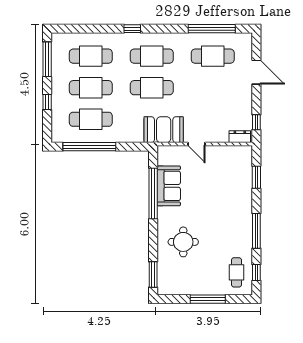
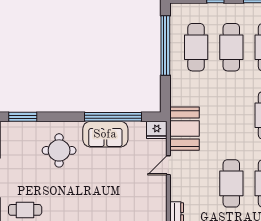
cafe table: (152, 88) -> (231, 183), moved
fridge: (165, 154) -> (157, 130), added
sofa: (169, 186) -> (105, 134), moved

